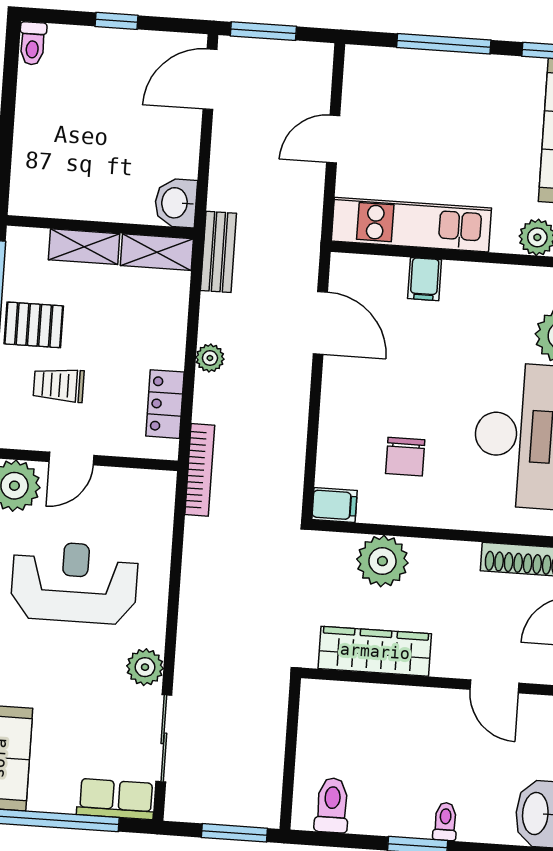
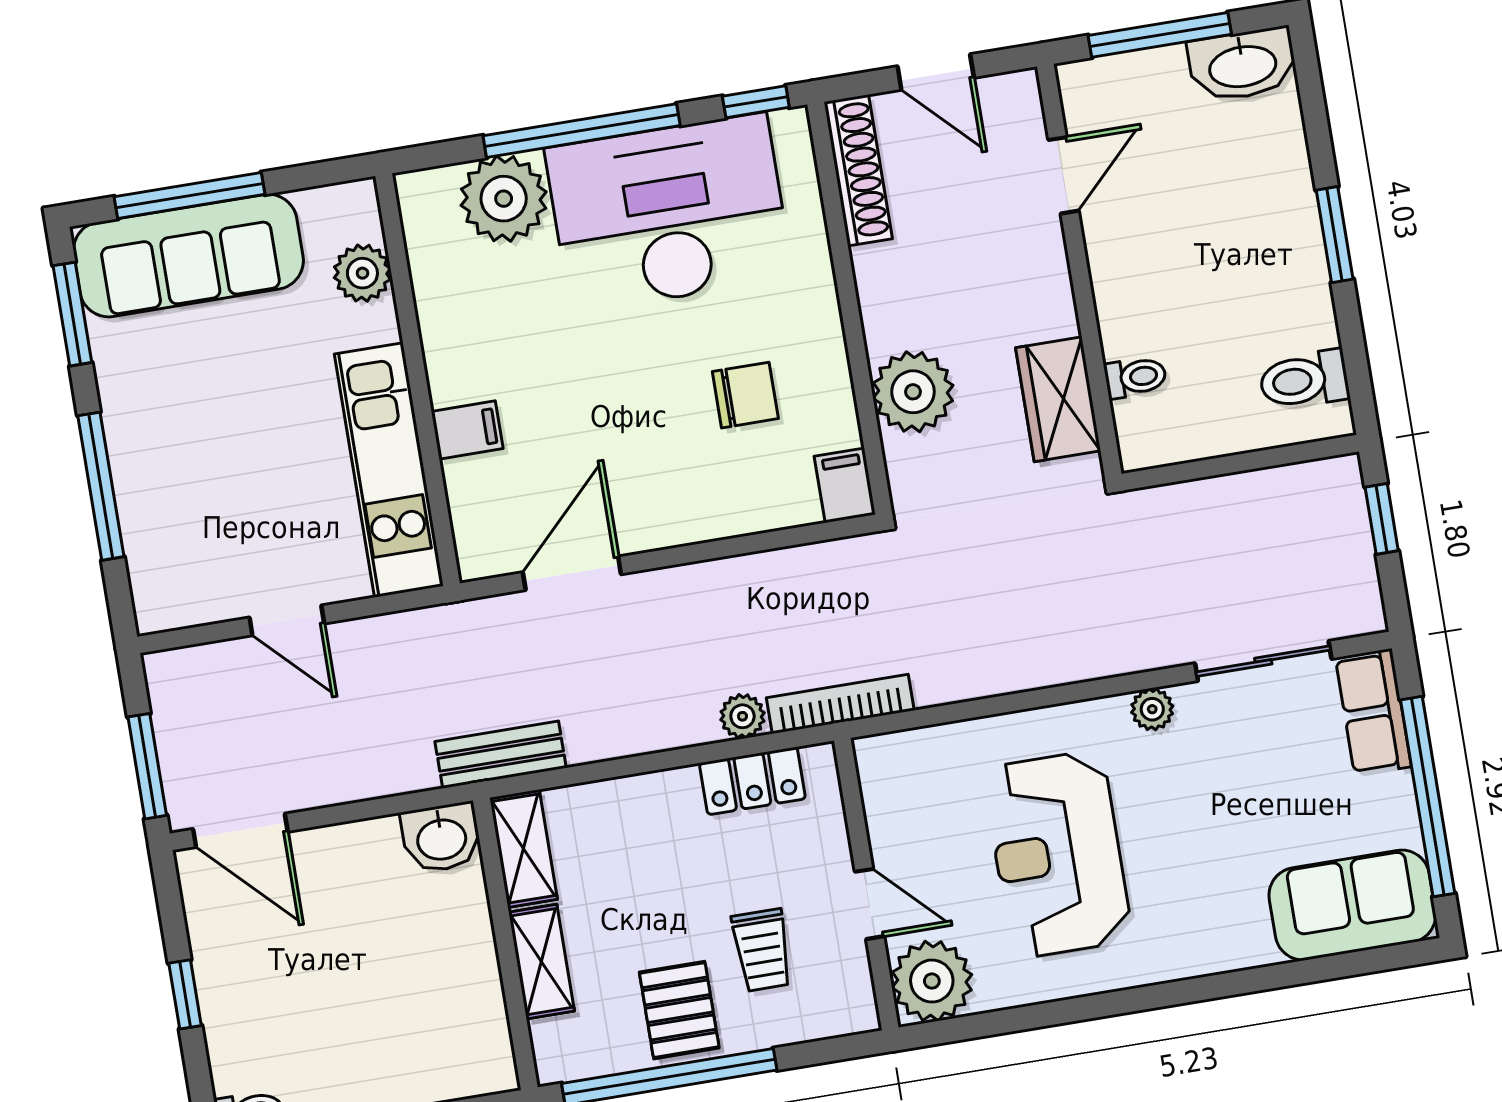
plant: (210, 358) -> (742, 716), moved
wardrobe: (375, 651) -> (1058, 399), width x0.67
plant: (145, 667) -> (1152, 709), width x0.73, depth x0.73
toilet: (445, 822) -> (1135, 377), moved, turned 180
window: (234, 833) -> (1382, 519), width x0.67

